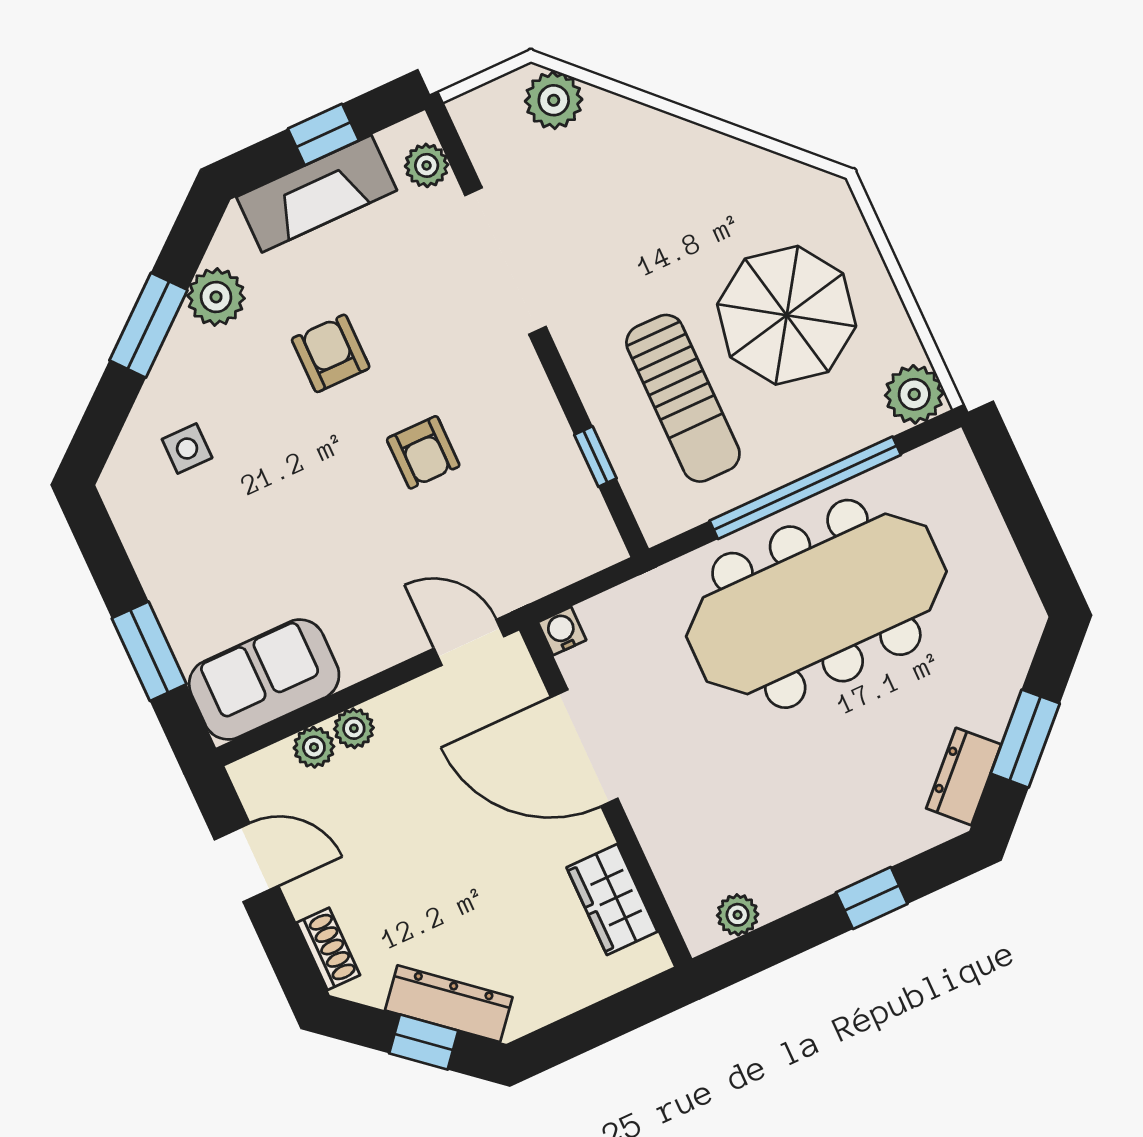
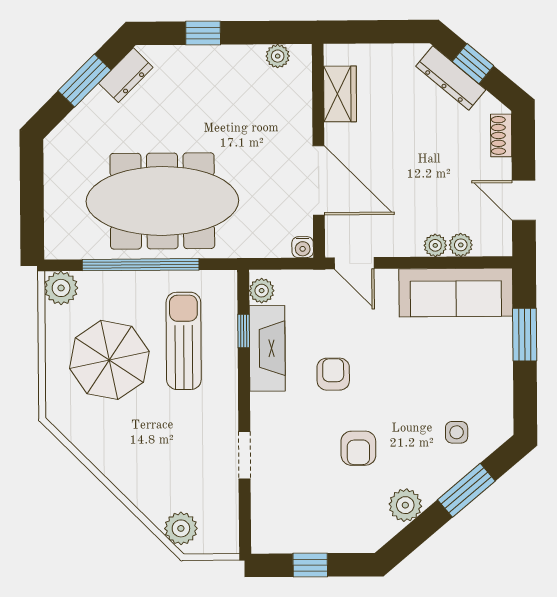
plant: (427, 165) -> (262, 291), moved
fireplace: (317, 194) -> (267, 348), moved, turned 90
doorway: (506, 261) -> (244, 455), width x0.53
window: (148, 325) -> (466, 490), moved
sofa: (264, 680) -> (456, 292), width x1.36

